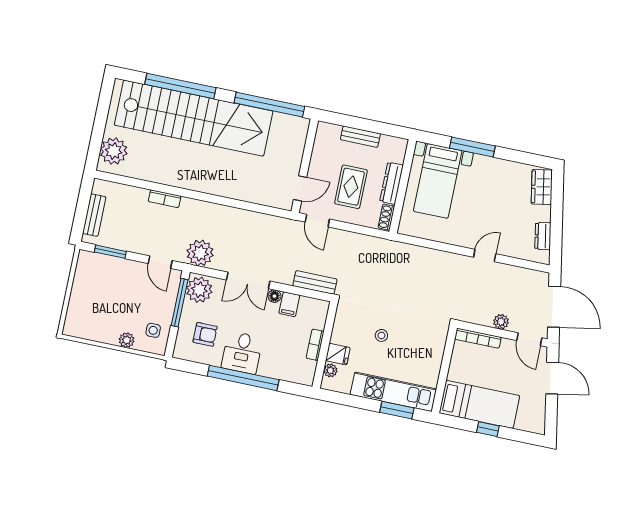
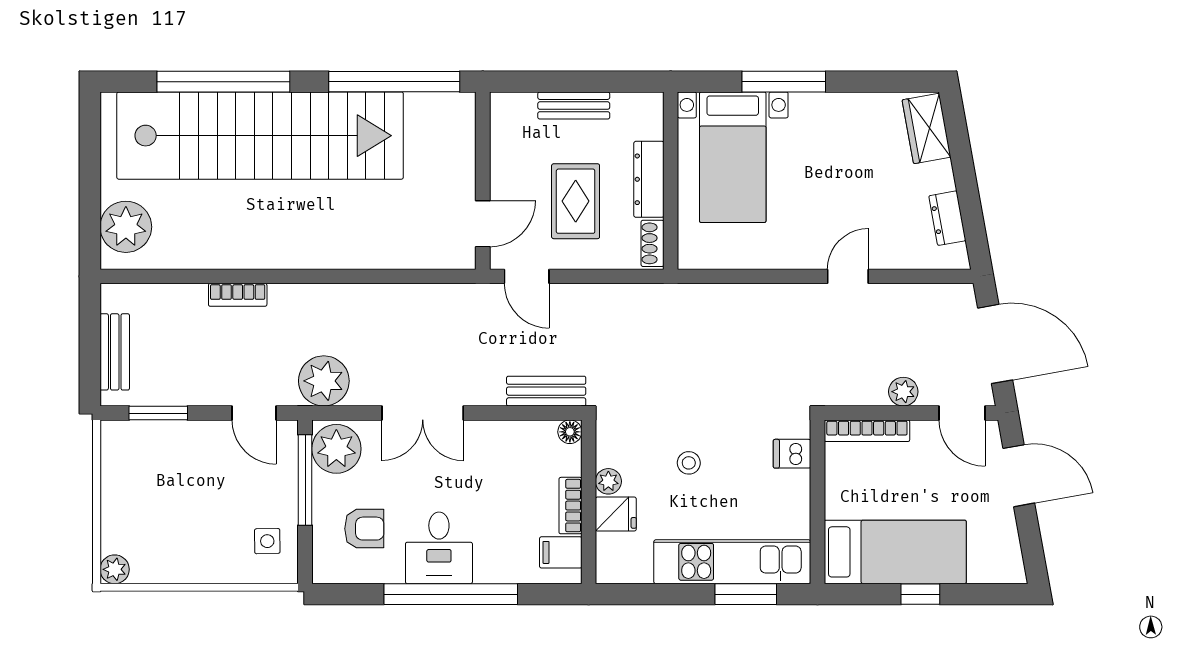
floor lamp: (274, 296) -> (570, 432), moved
filing cabinet: (289, 304) -> (561, 552), moved, turned 90
plant: (127, 340) -> (115, 569), moved
dishwasher: (436, 342) -> (792, 454), added
plant: (330, 370) -> (608, 481), moved

